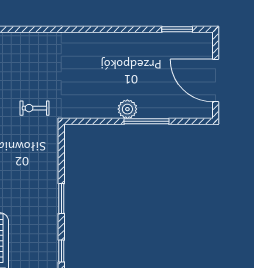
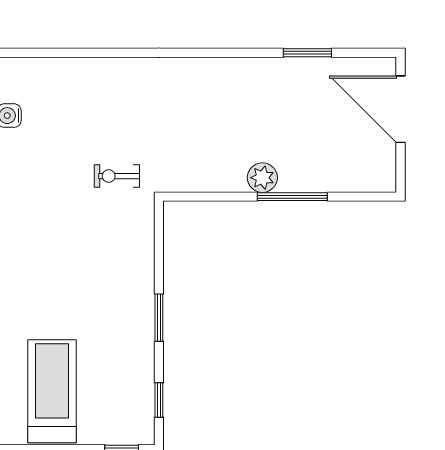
window: (177, 29) -> (307, 53), moved
door: (216, 81) -> (401, 109), moved

